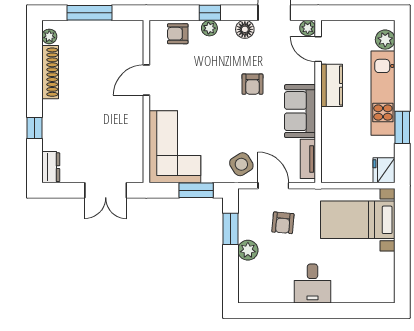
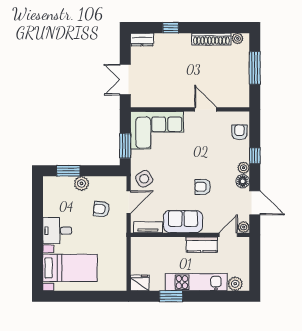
plant: (209, 28) -> (244, 168), moved
bed with nightstands: (358, 220) -> (70, 268), moved, turned 90
window: (230, 229) -> (68, 171), moved

